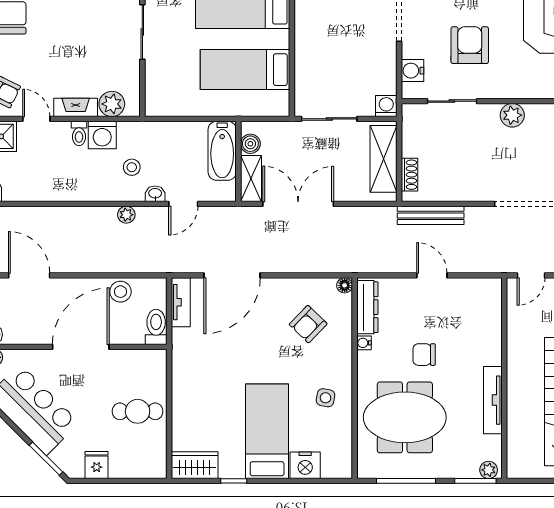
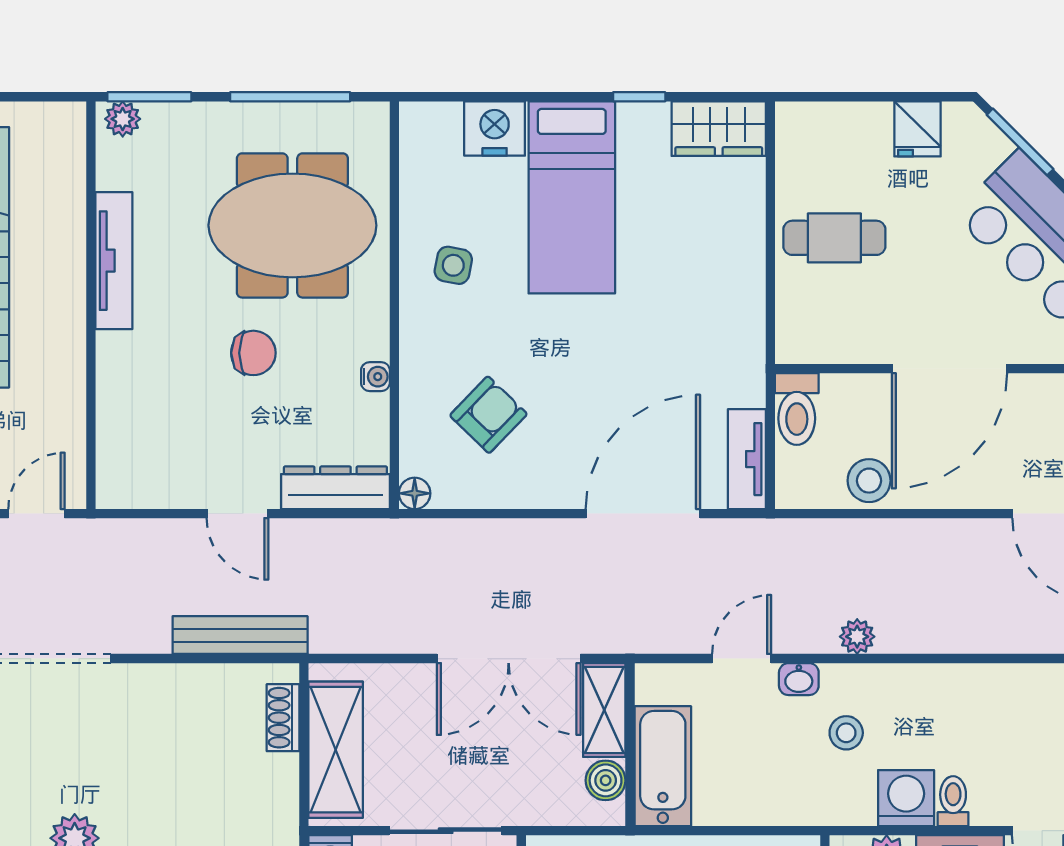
dresser: (367, 307) -> (335, 488), moved, turned 90

